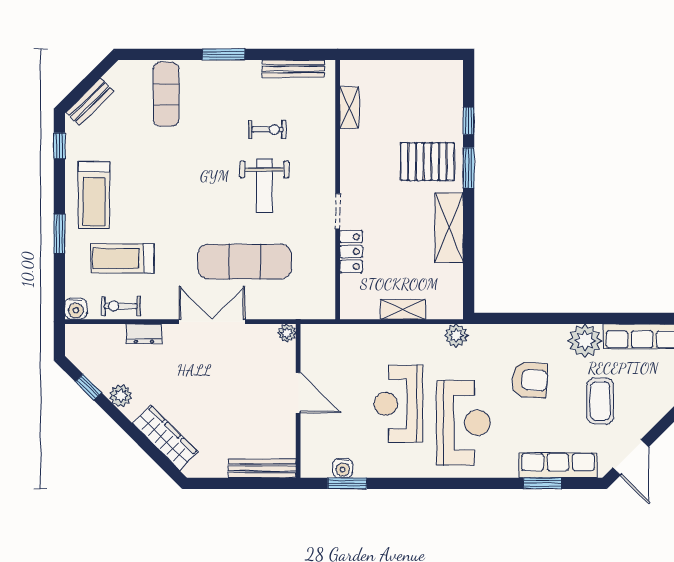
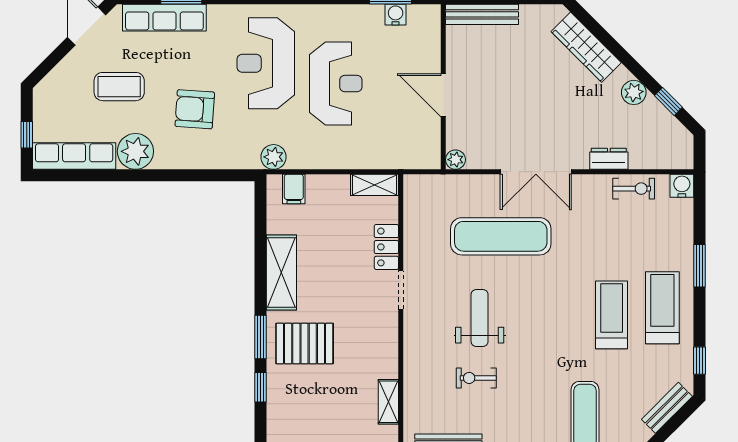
treadmill: (122, 258) -> (612, 315), moved, turned -90
filing cabinet: (437, 306) -> (294, 189), added
shelving: (403, 309) -> (374, 185), moved
coffee table: (600, 401) -> (119, 87), turned 90

